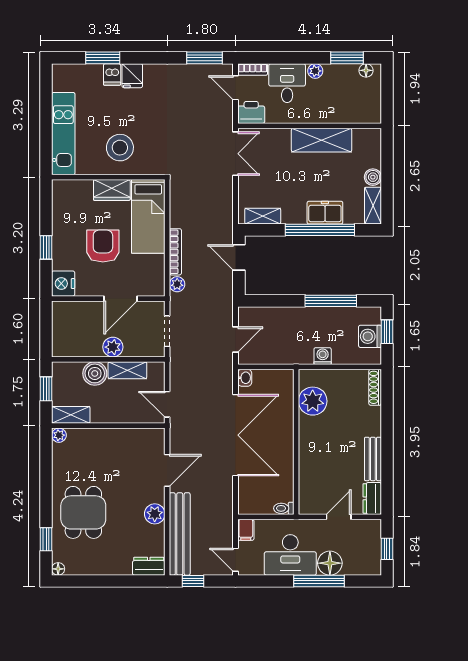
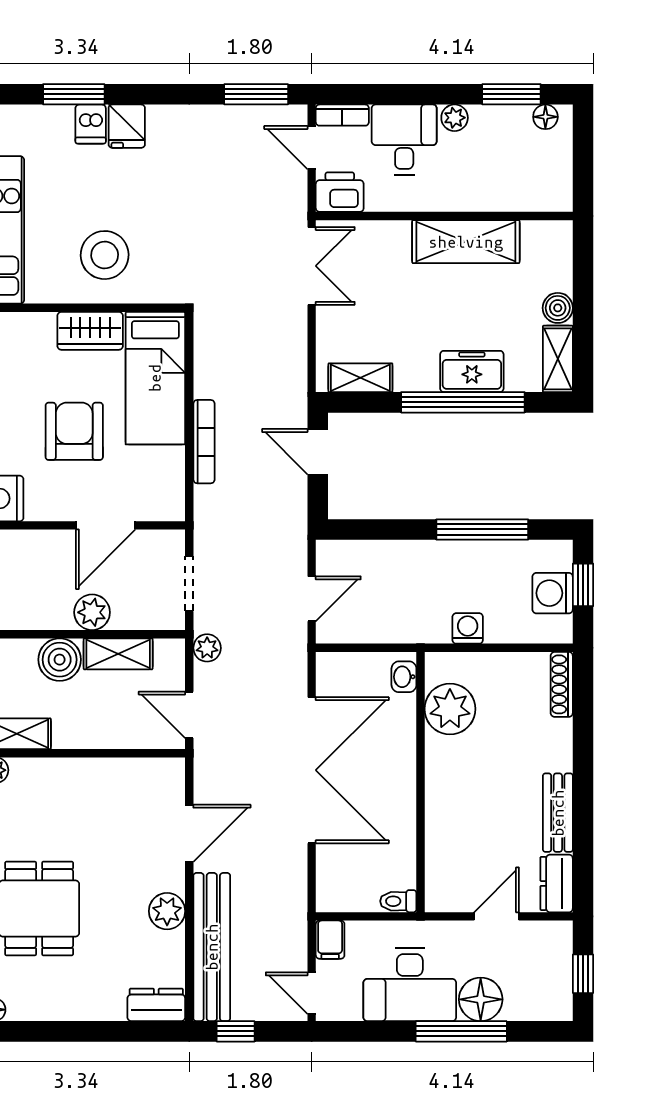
plant: (177, 284) -> (207, 648), moved
washbasin: (245, 378) -> (404, 677), moved, turned 180

